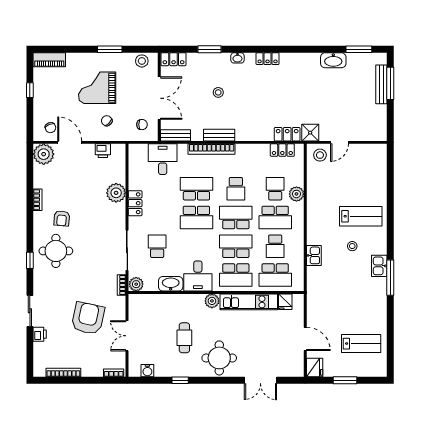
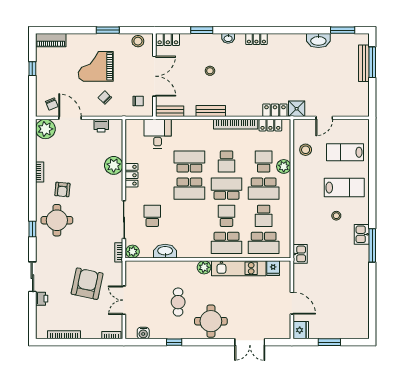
bookcase: (212, 149) -> (236, 124), moved
stool: (320, 155) -> (306, 150), moved
school desk: (236, 246) -> (227, 216), width x0.54
kitchen sink: (314, 255) -> (300, 254), moved
desk: (198, 276) -> (191, 244), removed
lab bench: (361, 344) -> (345, 152), moved, turned 180

